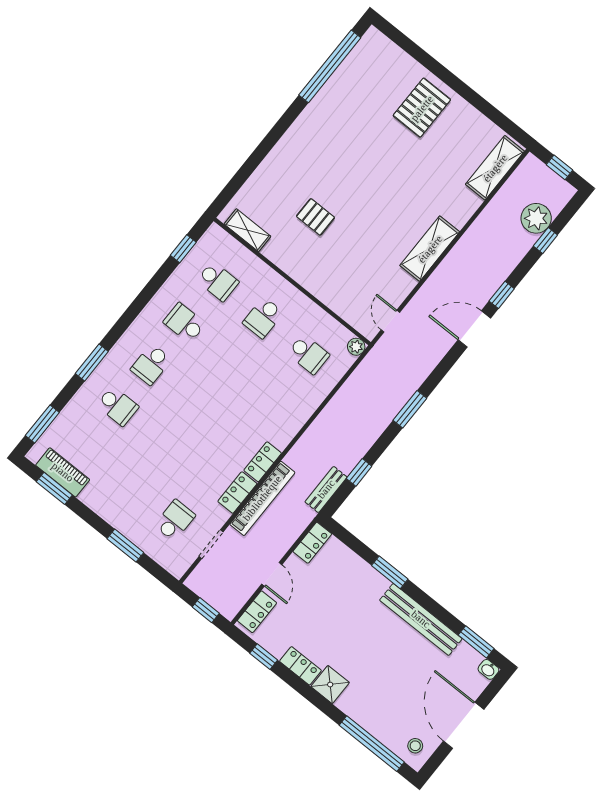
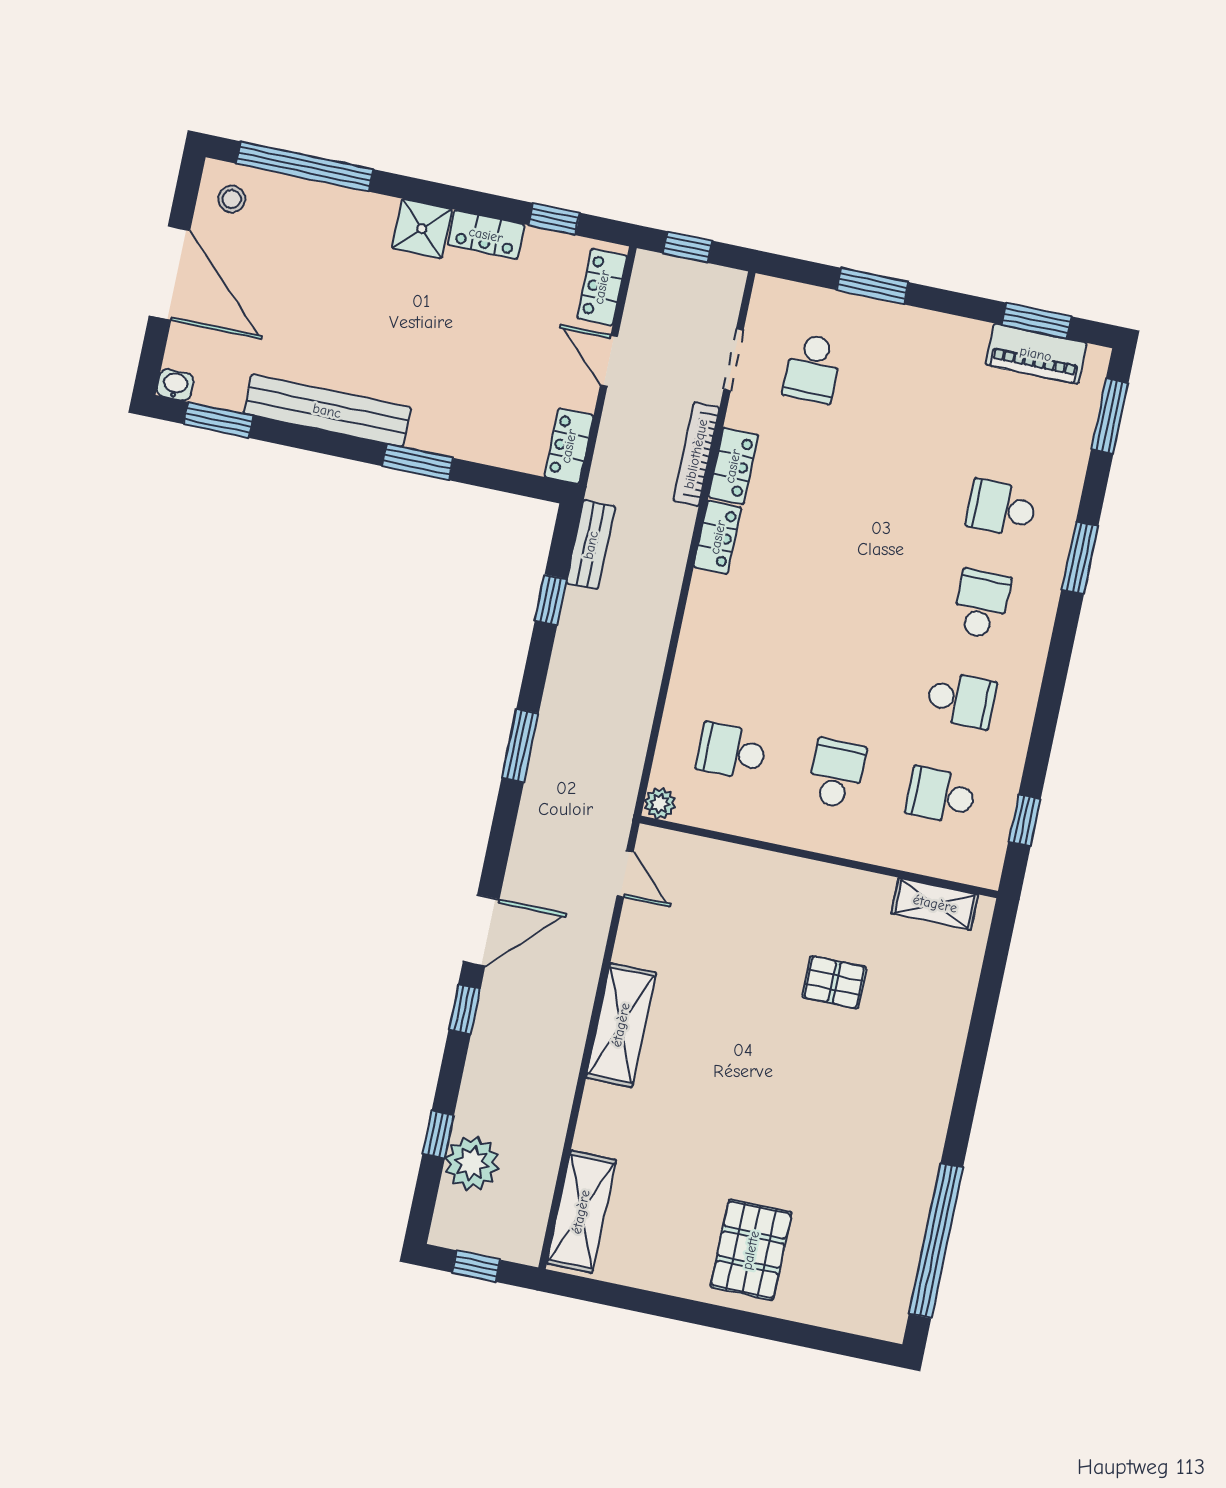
bookcase: (262, 498) -> (696, 454), width x0.68, depth x0.76

